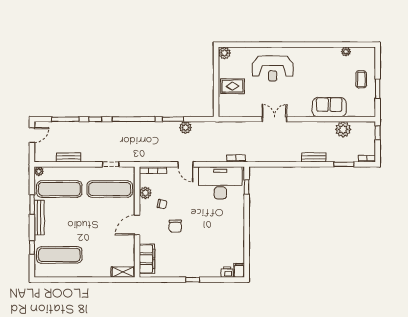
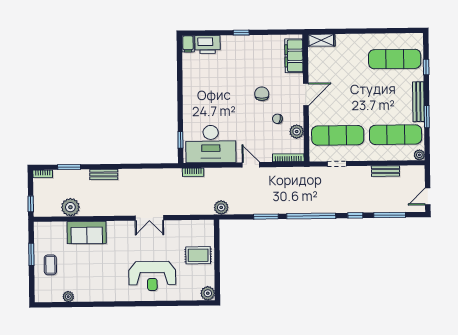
reception desk: (273, 69) -> (152, 276), turned 180
plant: (185, 128) -> (221, 207), moved
printer: (227, 272) -> (208, 45), width x1.87, depth x1.48

